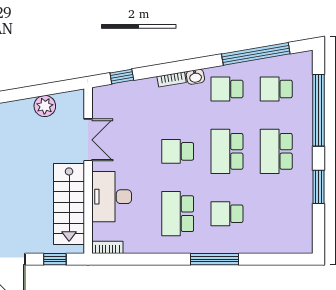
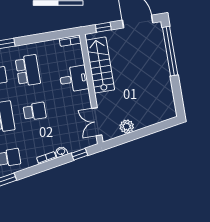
washbasin: (195, 77) -> (61, 152), moved
double door: (88, 140) -> (97, 122), moved
desk: (112, 197) -> (74, 79), width x0.73

